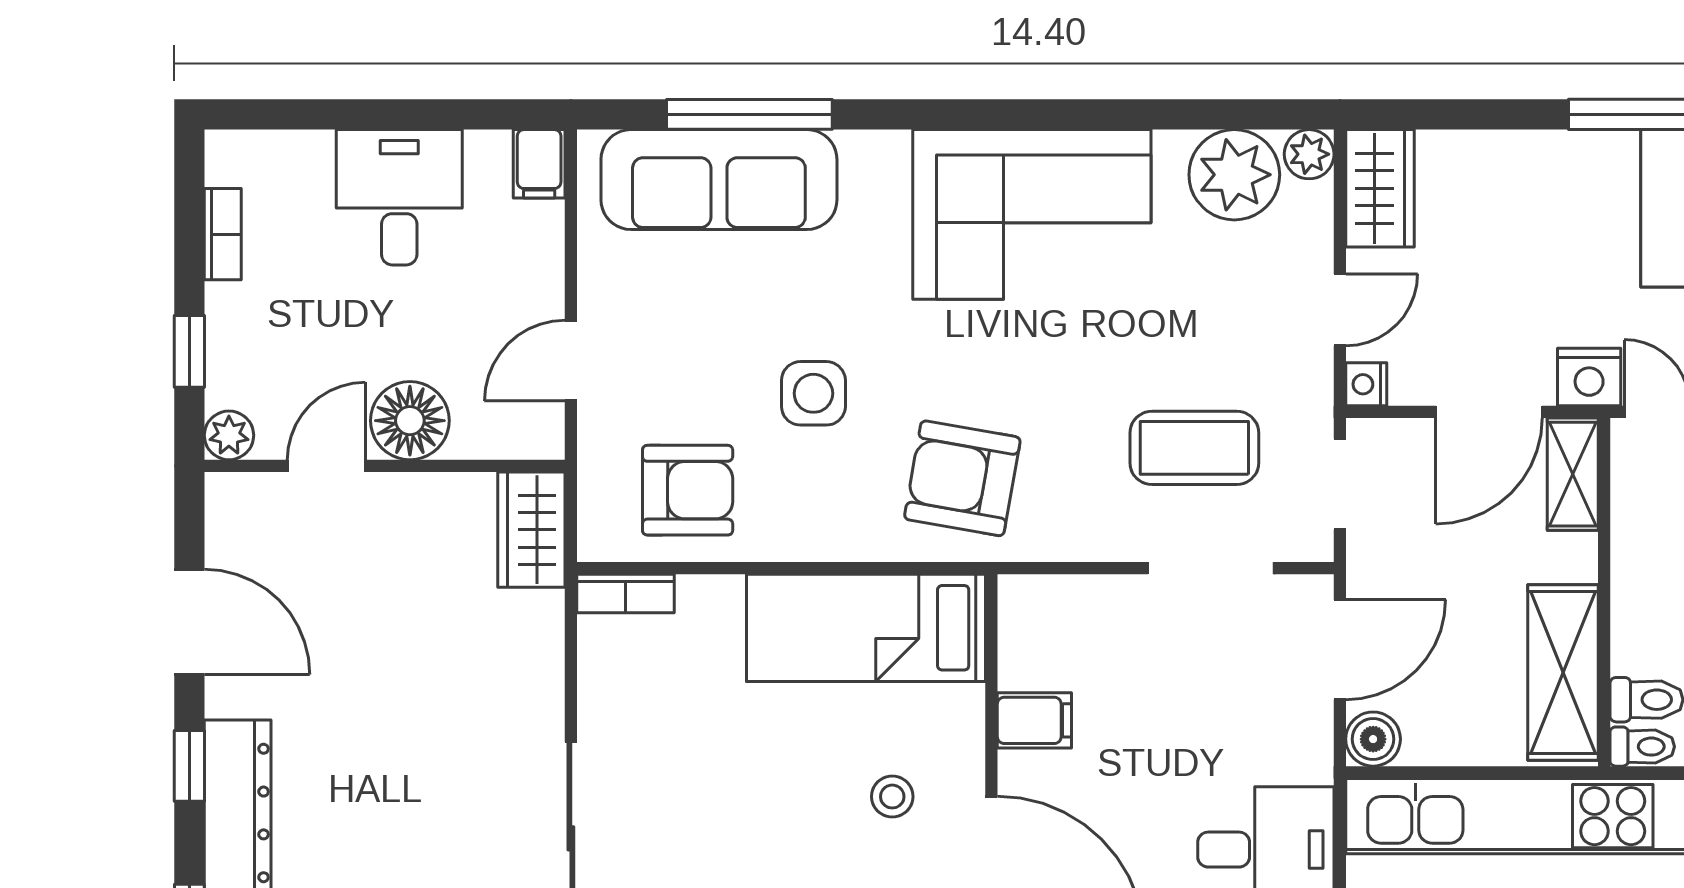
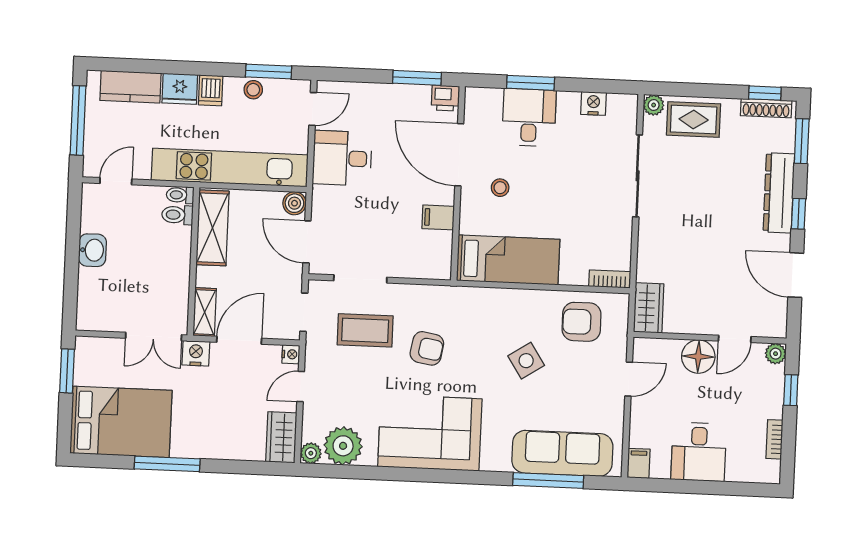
side table: (813, 393) -> (526, 361), turned -33
armchair: (962, 478) -> (427, 348), moved, width x0.72, depth x0.72
door: (1340, 650) -> (307, 242), hinge flipped

